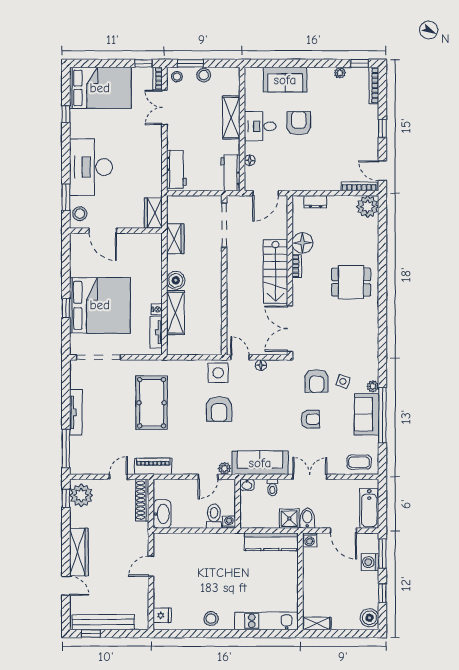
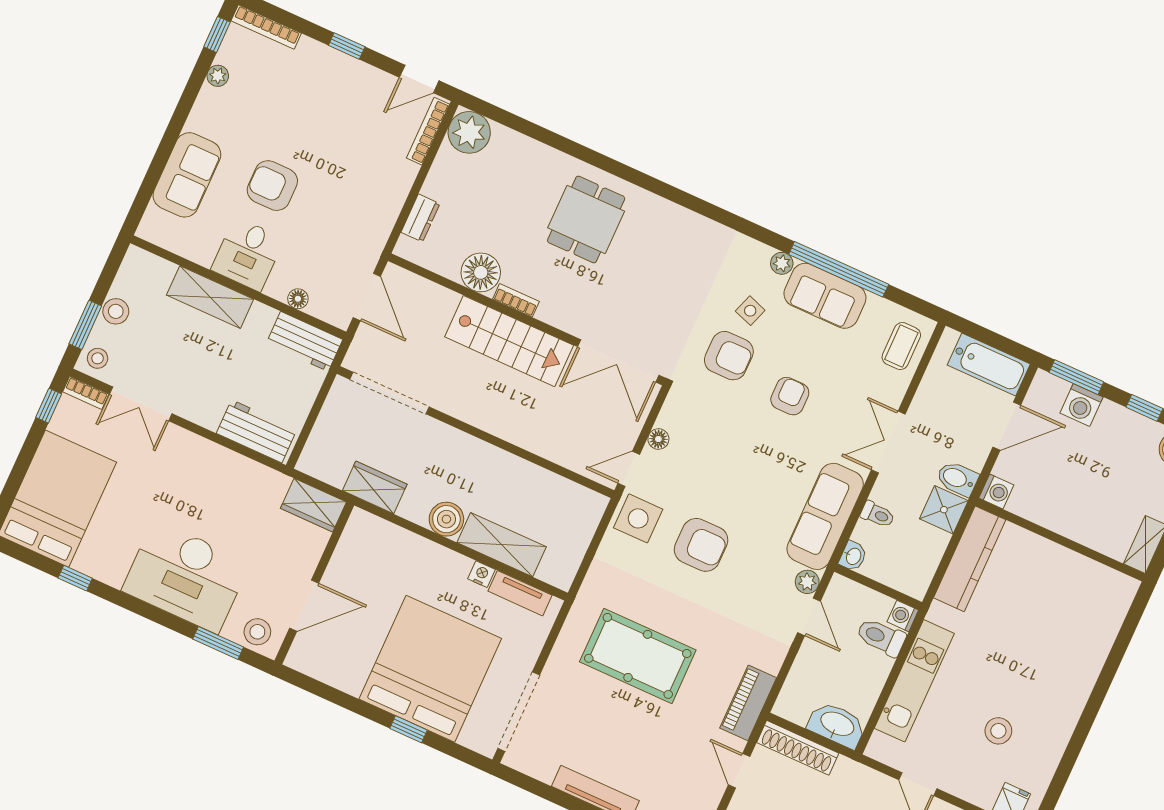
stool: (211, 619) -> (998, 731), moved
kitchen unit: (266, 621) -> (914, 681), moved, turned 180

